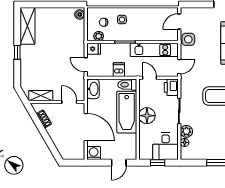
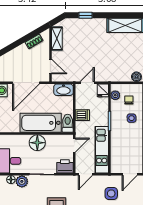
door: (179, 21) -> (130, 174), swing flipped
side table: (188, 39) -> (111, 193), moved
window: (17, 52) -> (85, 15), moved
door: (179, 67) -> (85, 174), hinge flipped
door: (69, 102) -> (51, 66), hinge flipped

